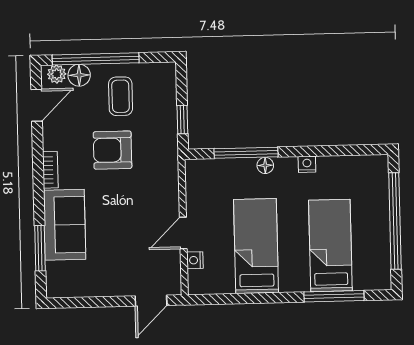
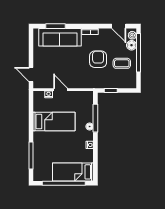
sofa: (65, 225) -> (60, 37), width x1.36
bed: (330, 246) -> (73, 172), moved, turned 180

